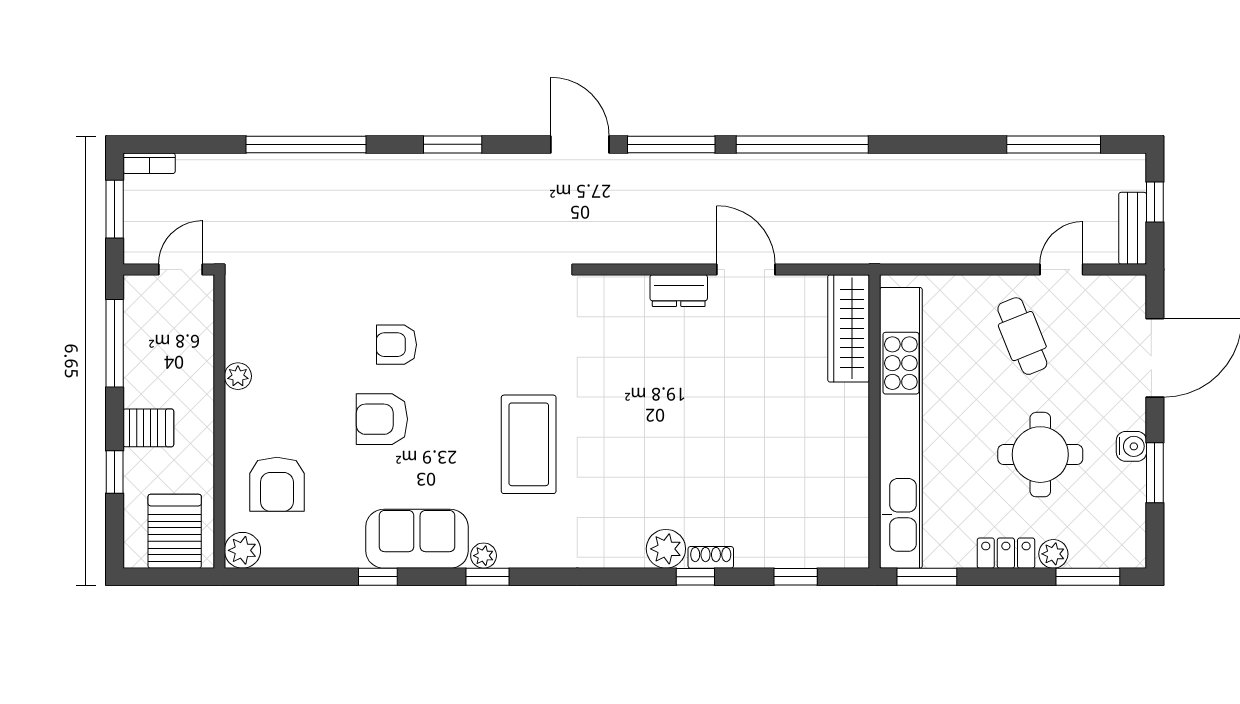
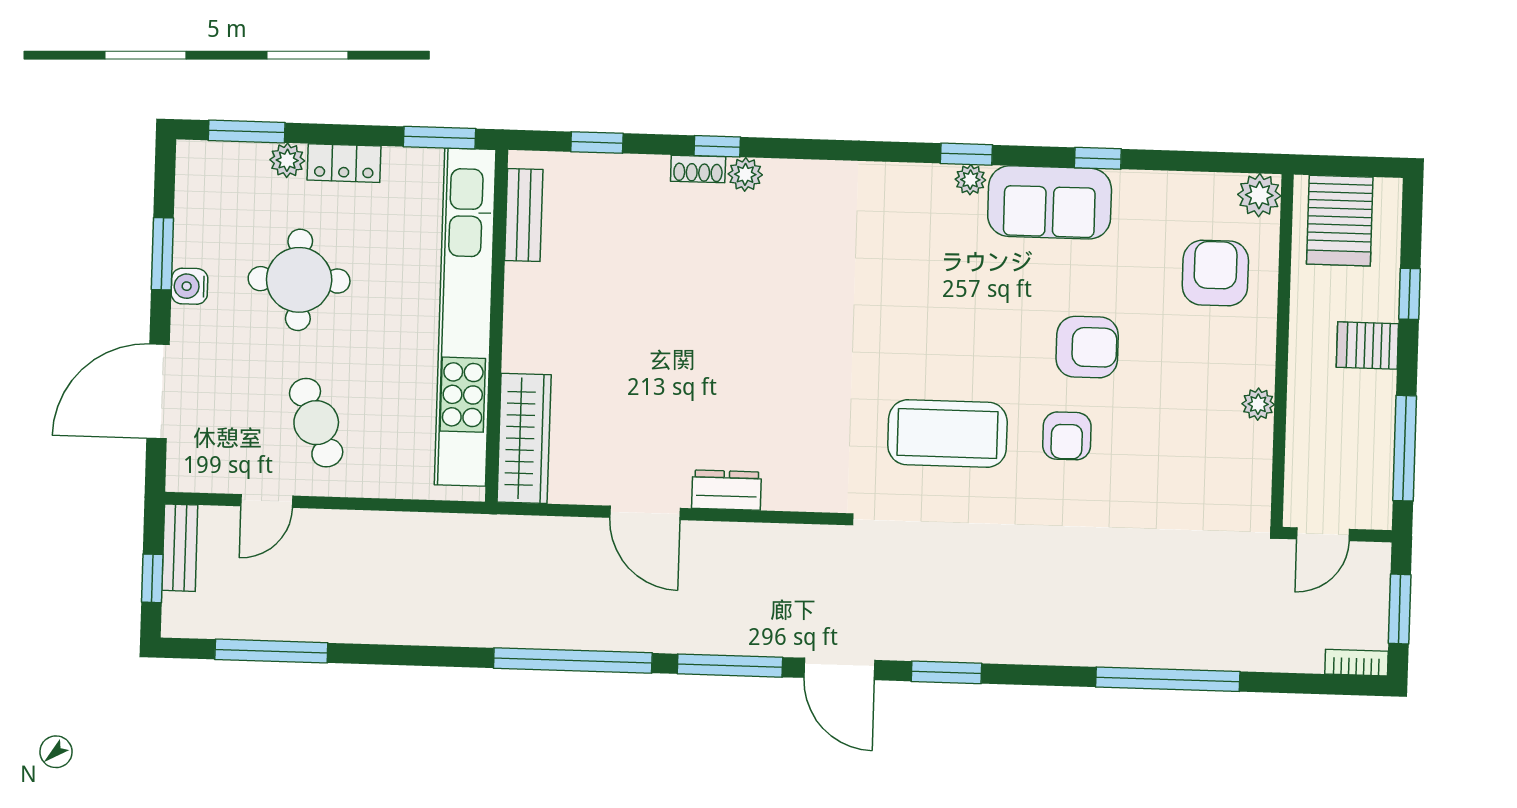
window: (453, 144) -> (946, 672), moved
armchair: (396, 345) -> (1067, 436), turned 90
coffee table: (529, 444) -> (947, 434), moved, turned 90
bench: (855, 514) -> (524, 215), added
plant: (666, 549) -> (745, 174), width x0.73, depth x0.73

